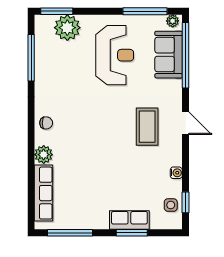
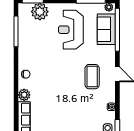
reception desk: (115, 55) -> (71, 30), turned 180

